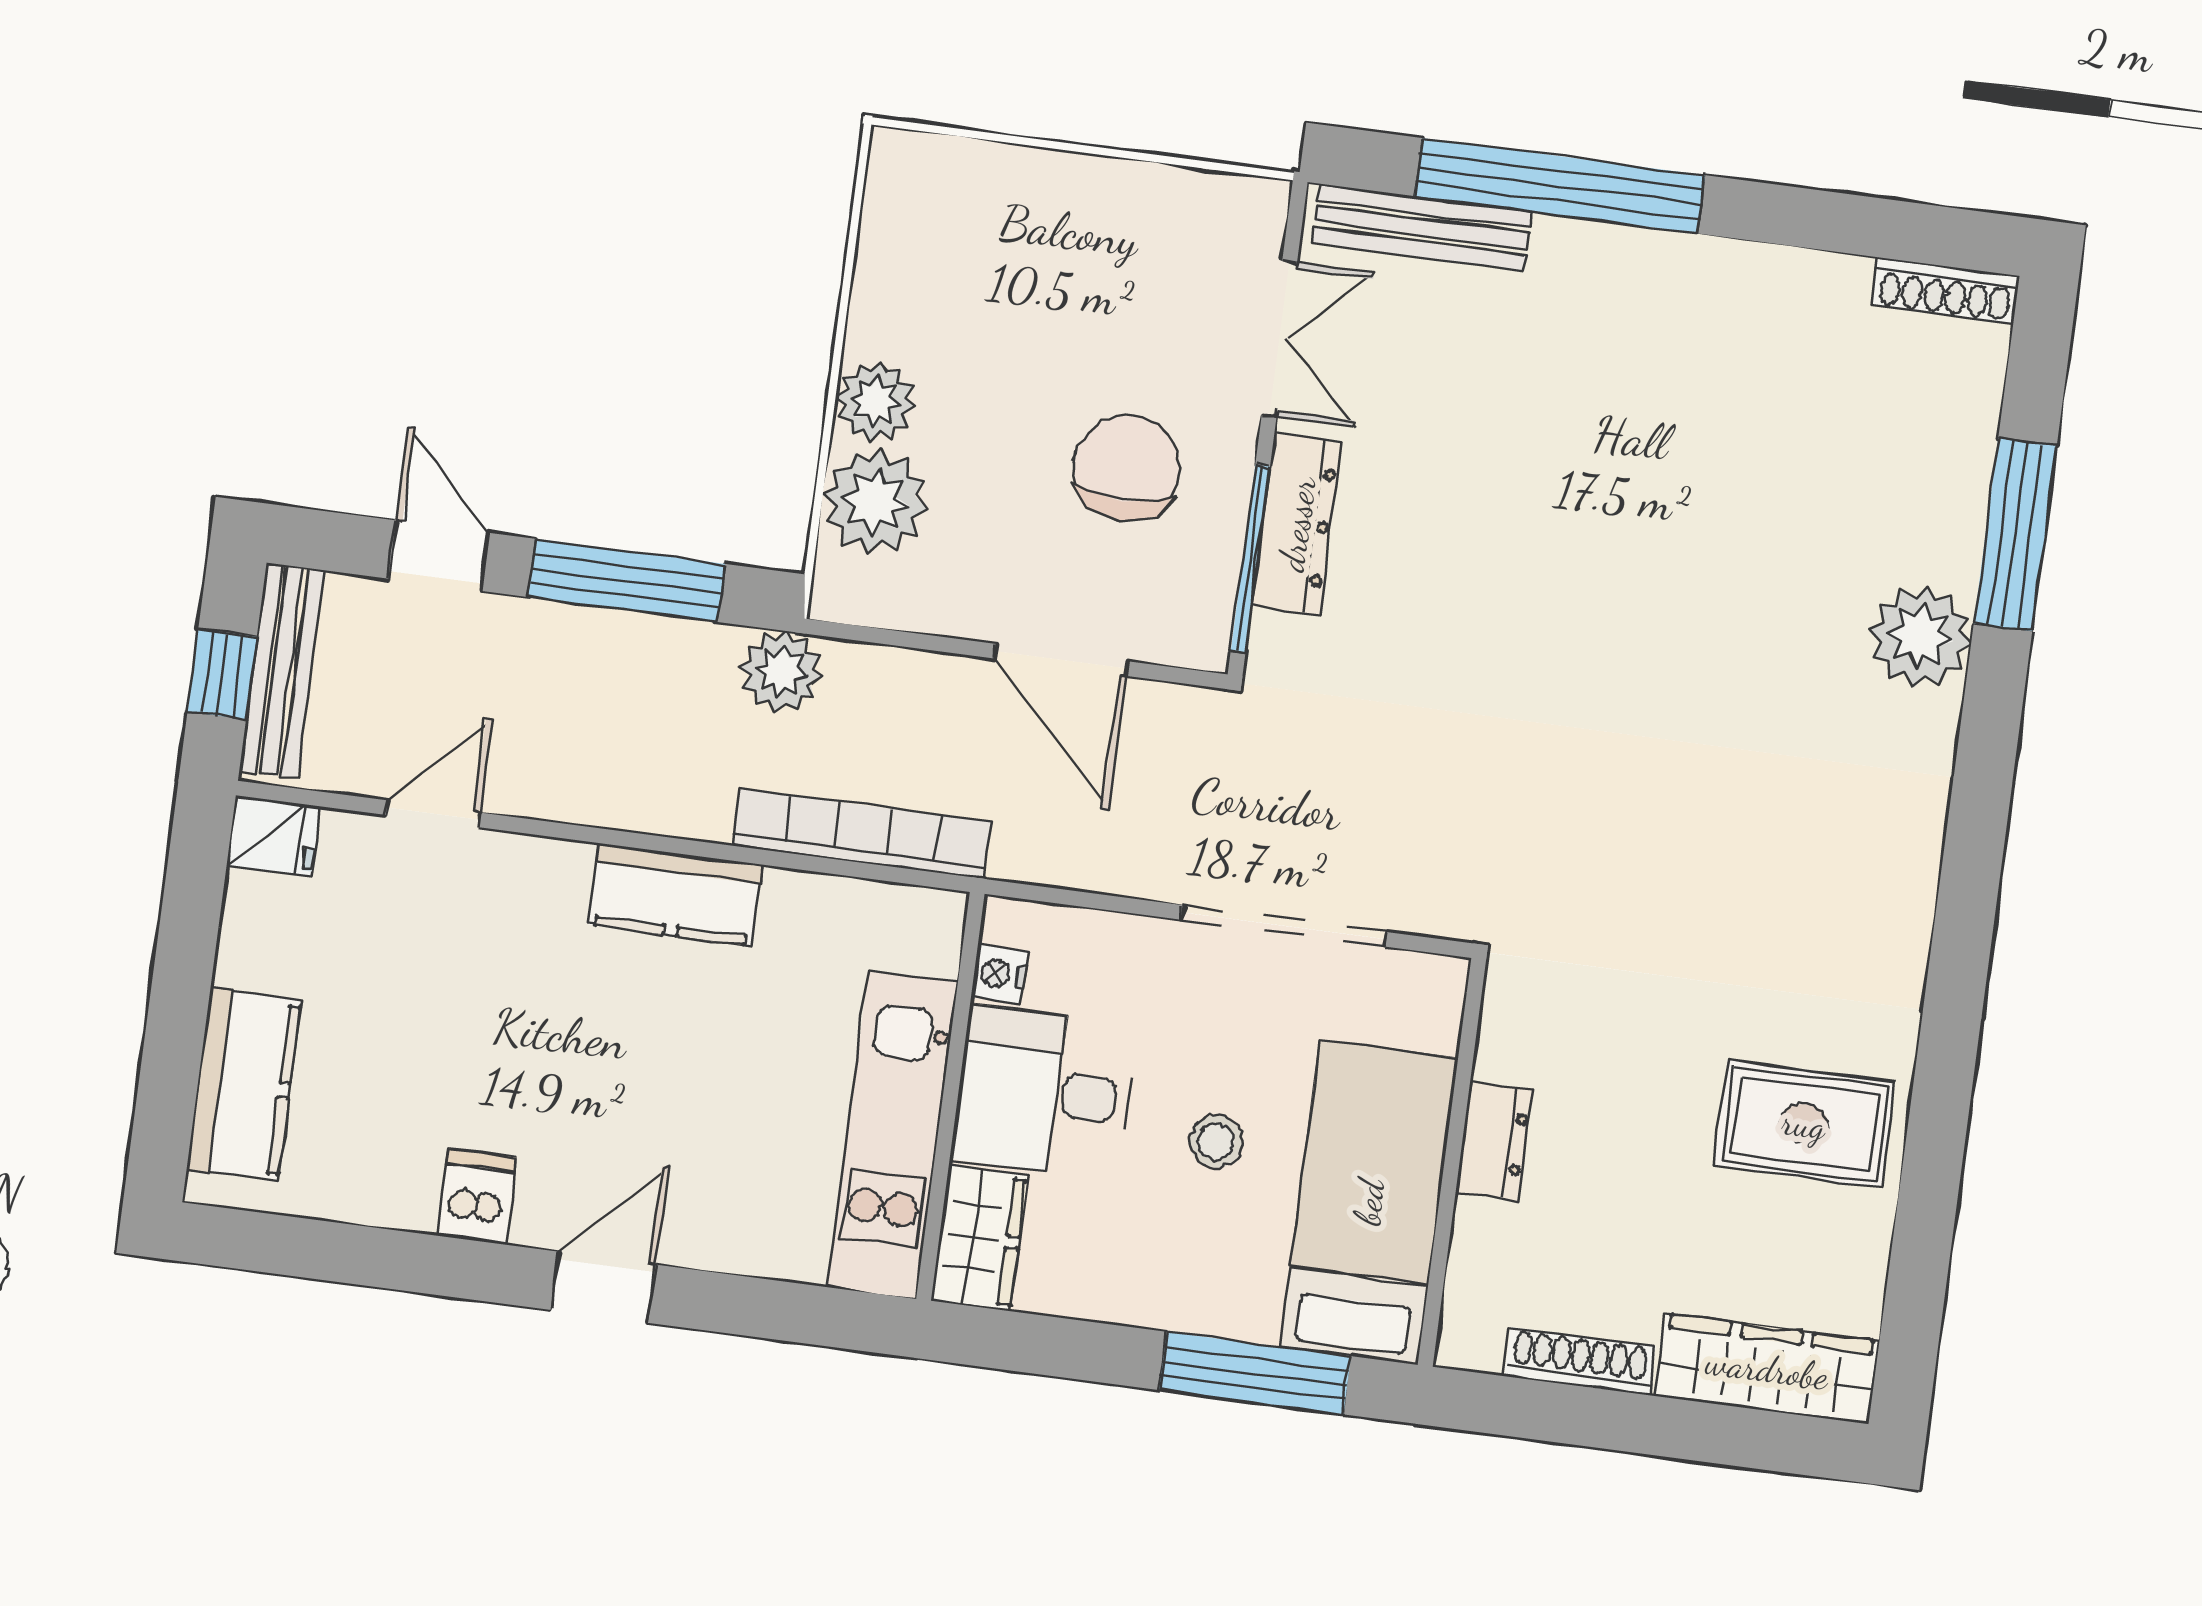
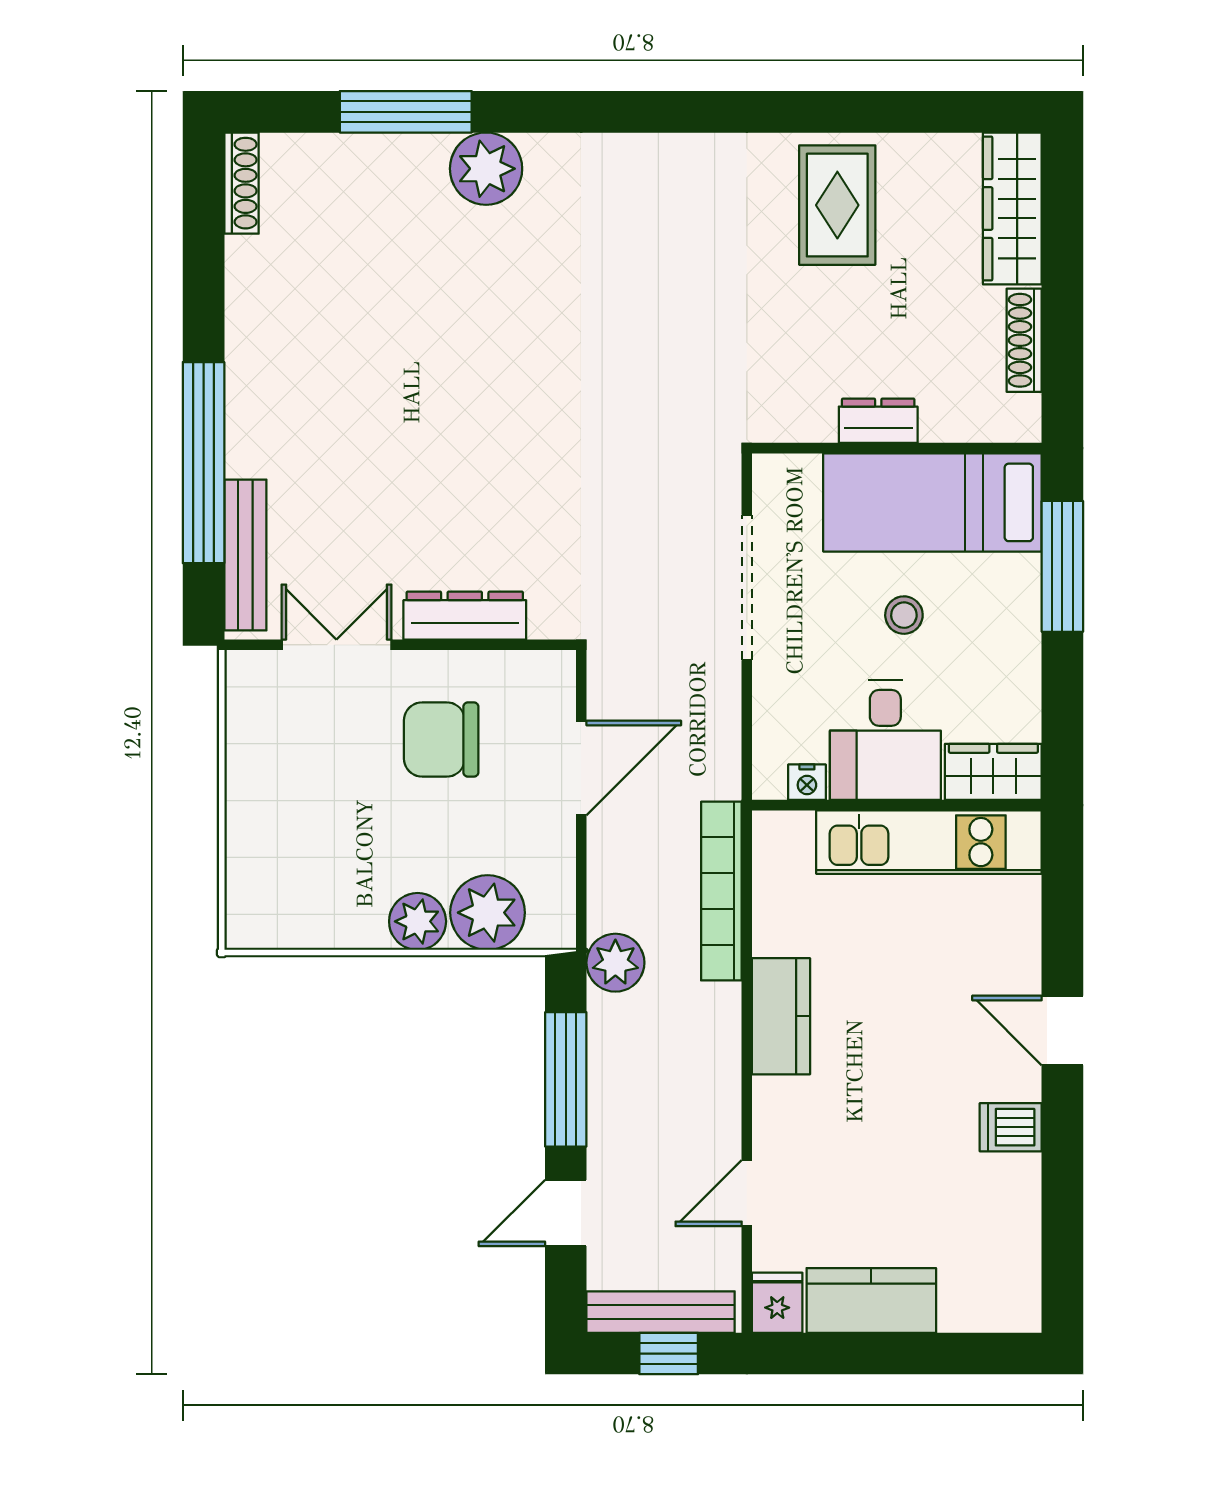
window: (1250, 559) -> (493, 645), removed
door: (433, 814) -> (747, 1193), hinge flipped
kitchen counter: (244, 1085) -> (871, 1300), moved

